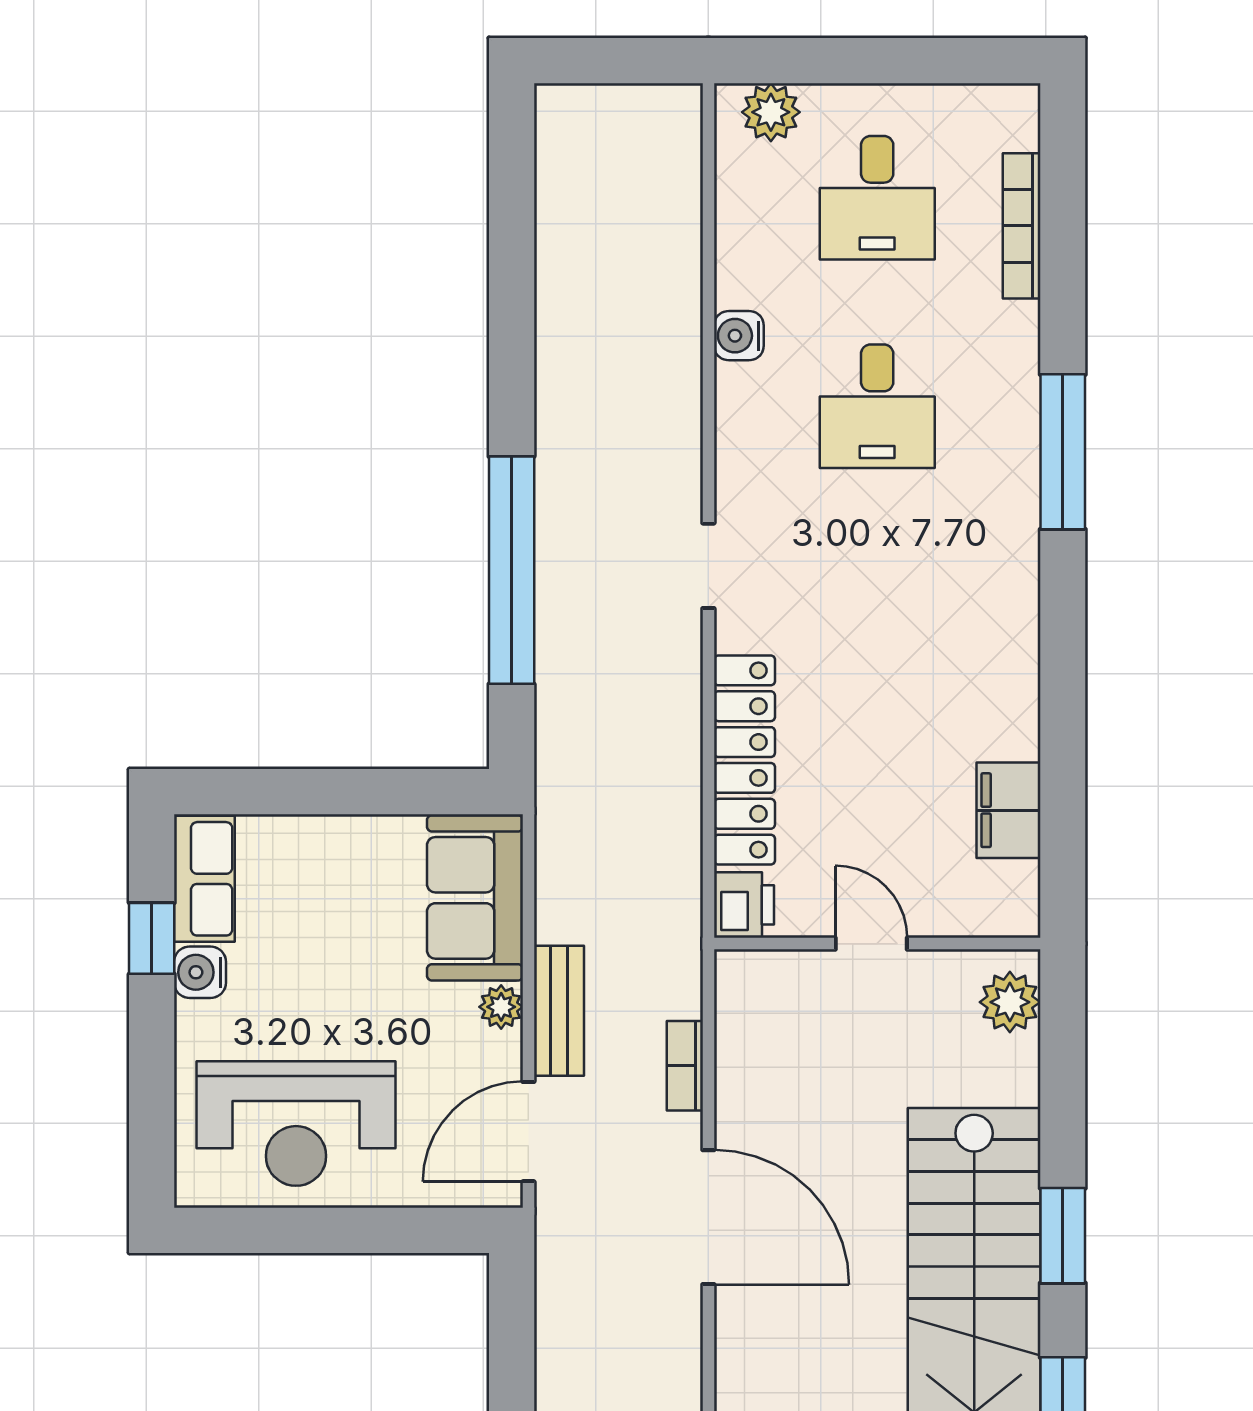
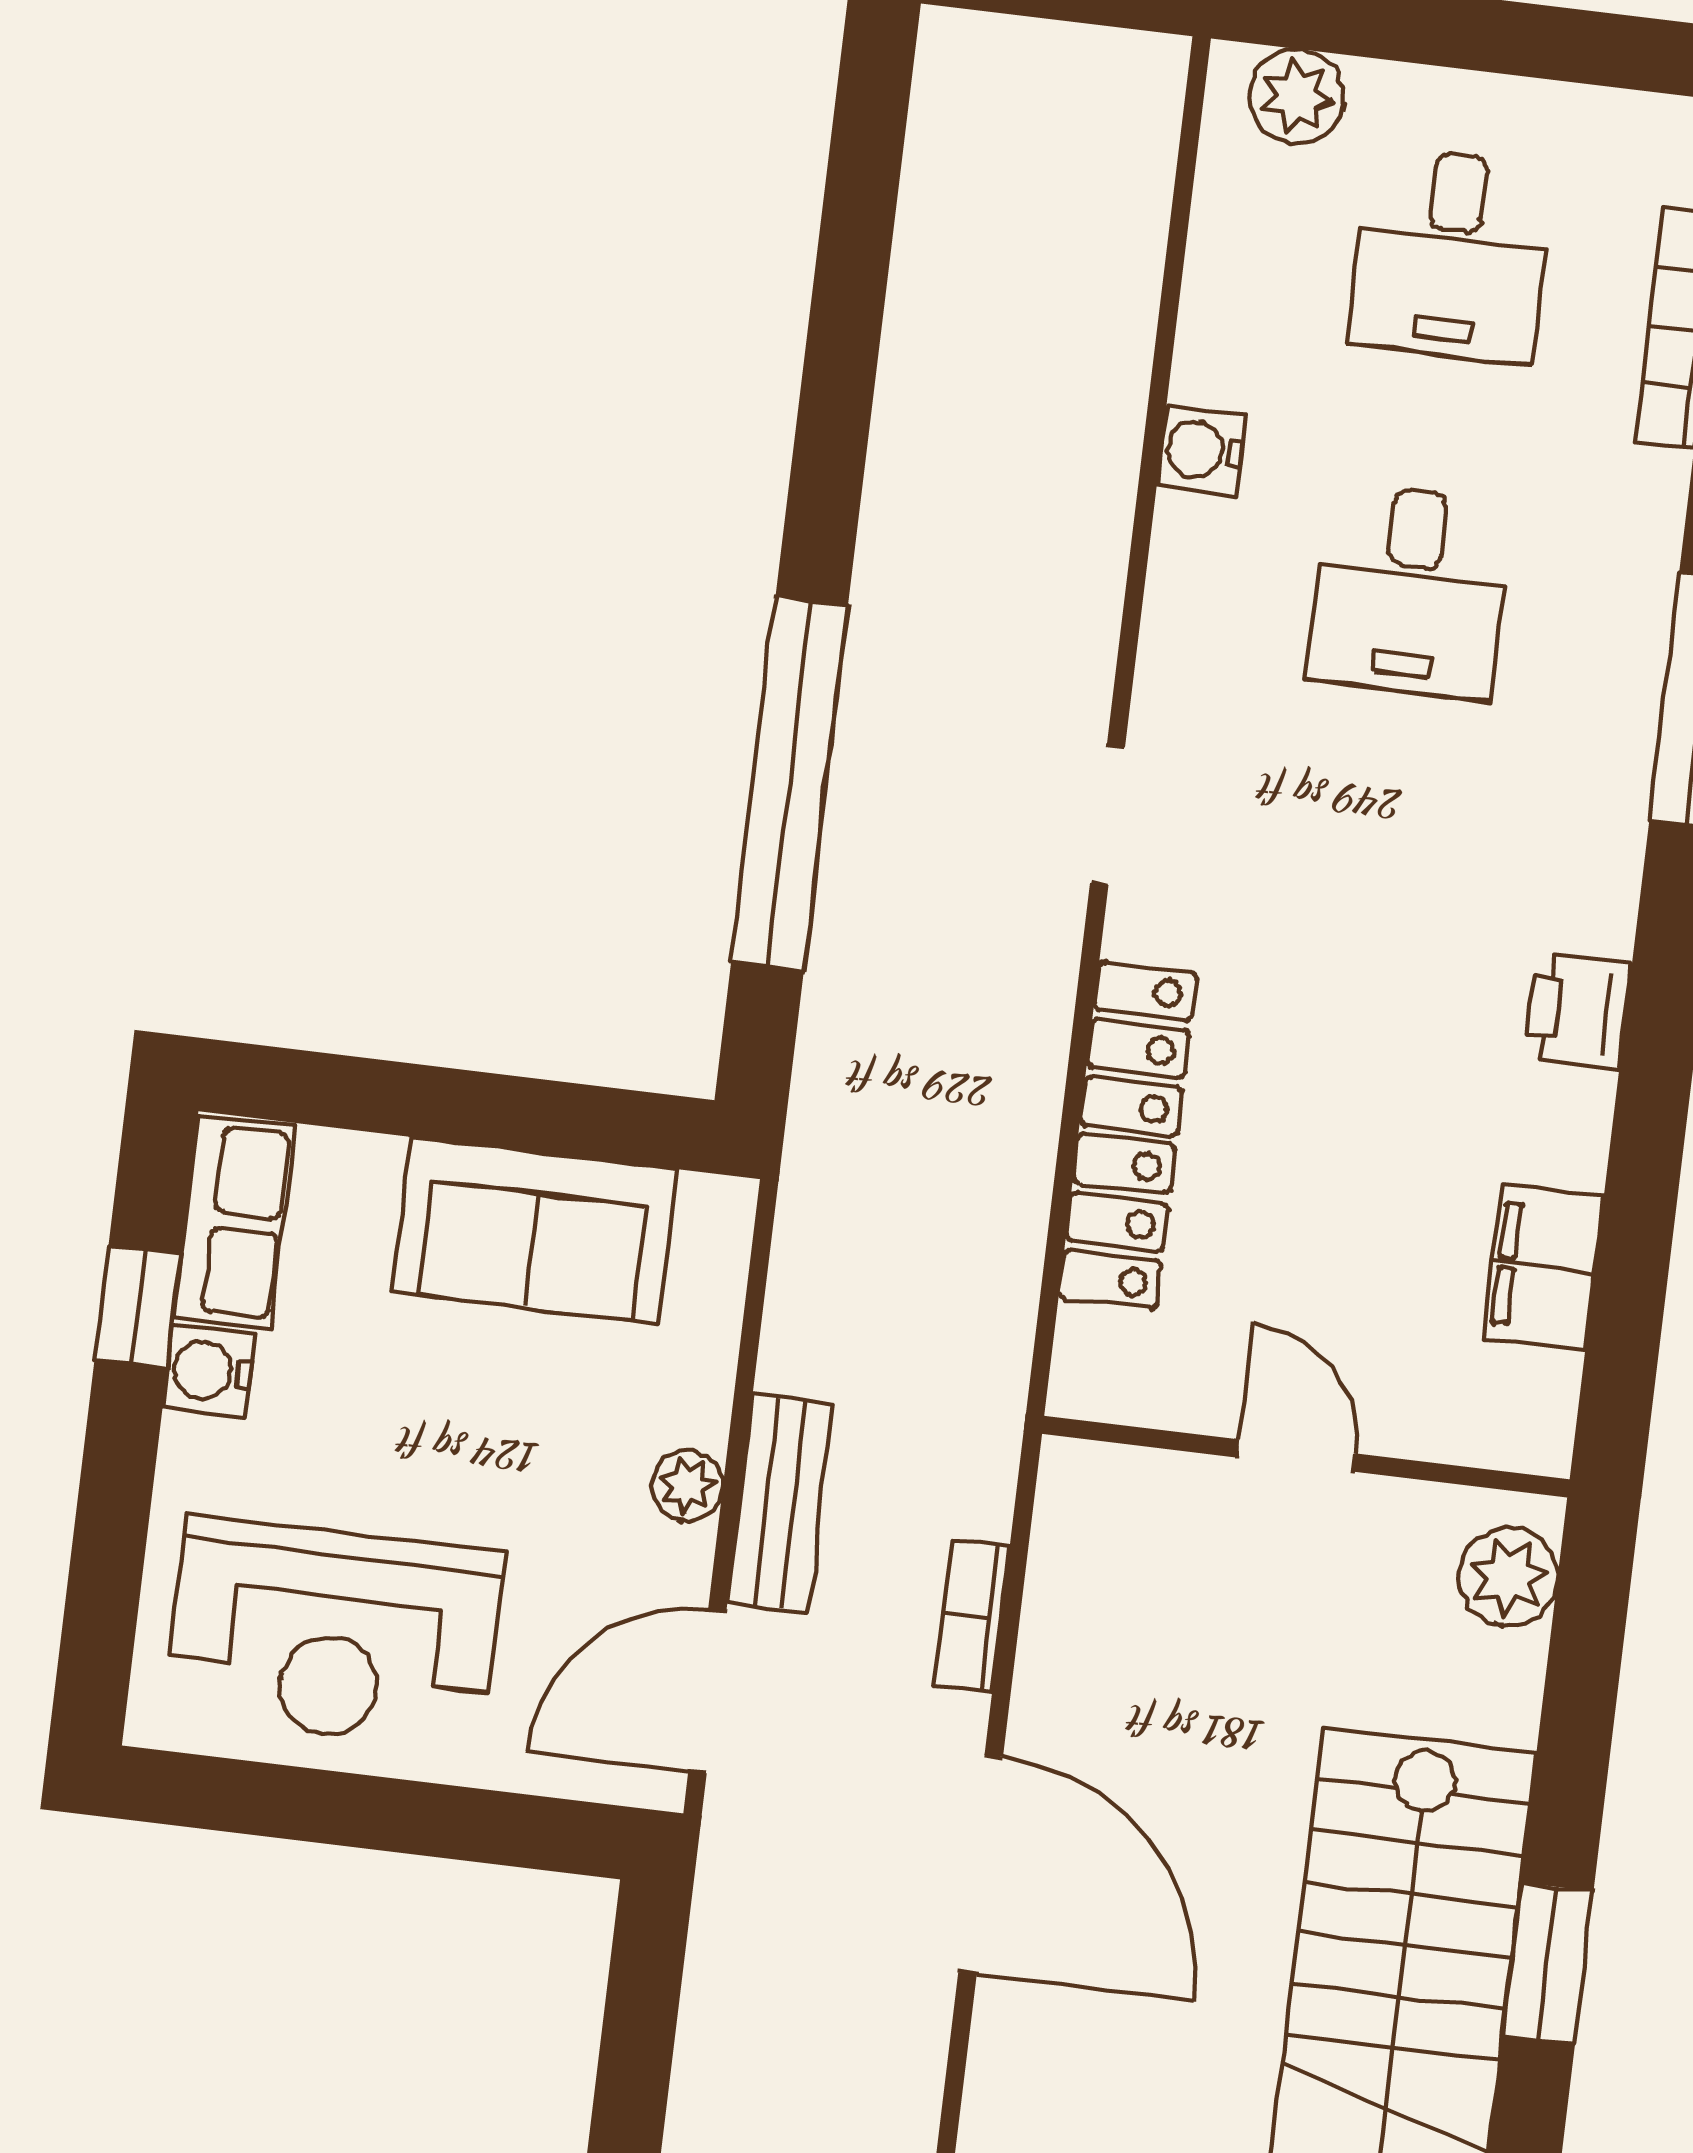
sofa: (475, 898) -> (534, 1230), moved, turned -90
printer: (744, 905) -> (1577, 1010), moved, turned 180

